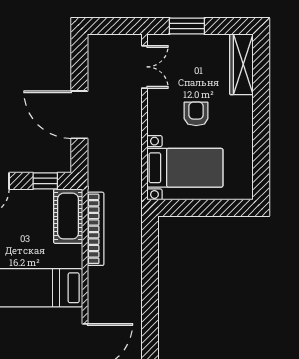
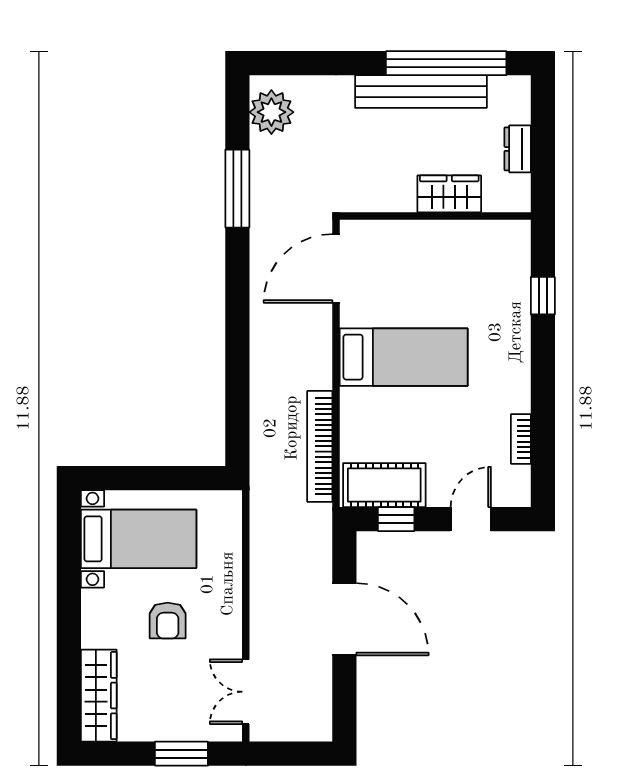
bed with nightstands: (185, 168) -> (139, 539), moved, turned 180
cot: (68, 216) -> (384, 485), moved, turned 90

